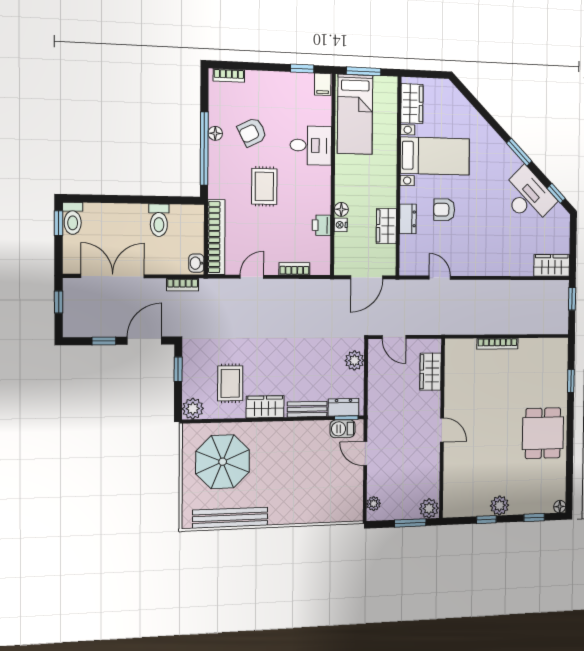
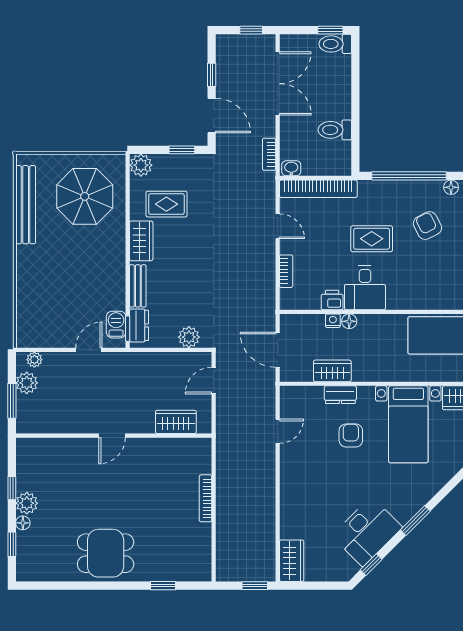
floor lamp: (215, 133) -> (451, 187), moved
desk: (311, 145) -> (365, 288), moved
floor lamp: (560, 507) -> (23, 523), moved
plant: (429, 508) -> (27, 383), moved

